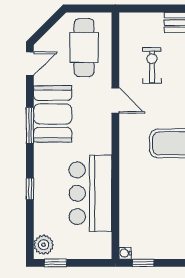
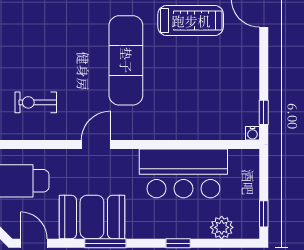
door: (115, 100) -> (96, 145), moved
plant: (44, 245) -> (222, 227), moved

